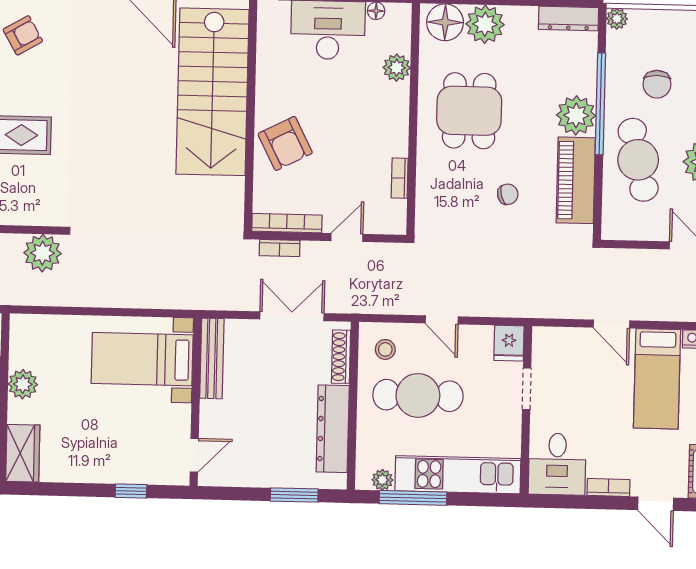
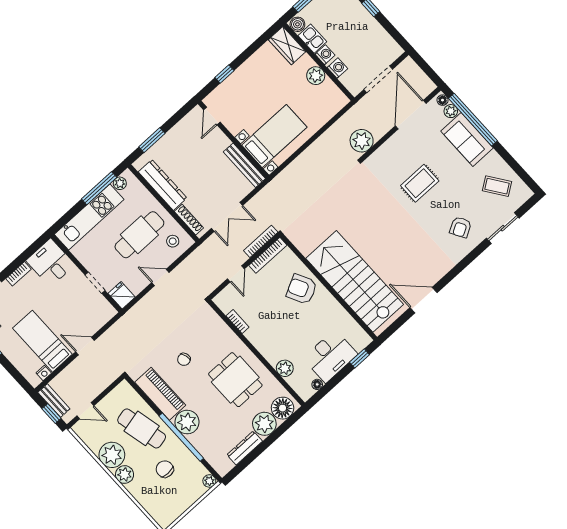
dresser: (569, 19) -> (245, 448), moved
bookcase: (280, 248) -> (261, 241), width x1.56

